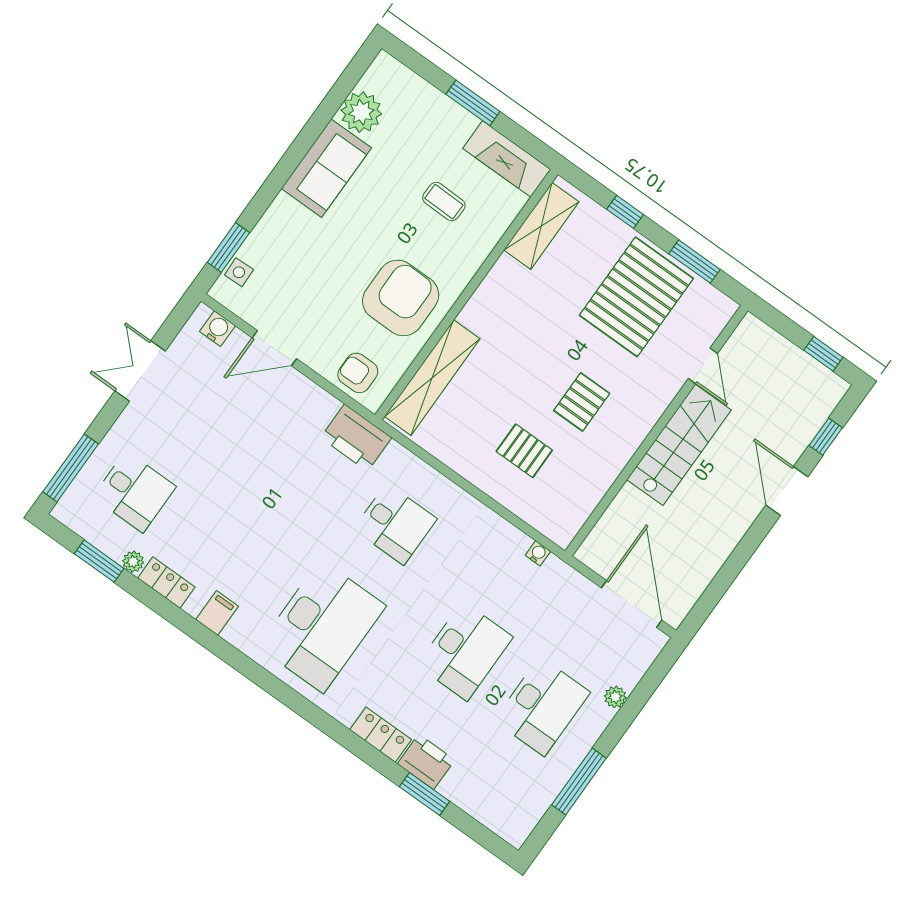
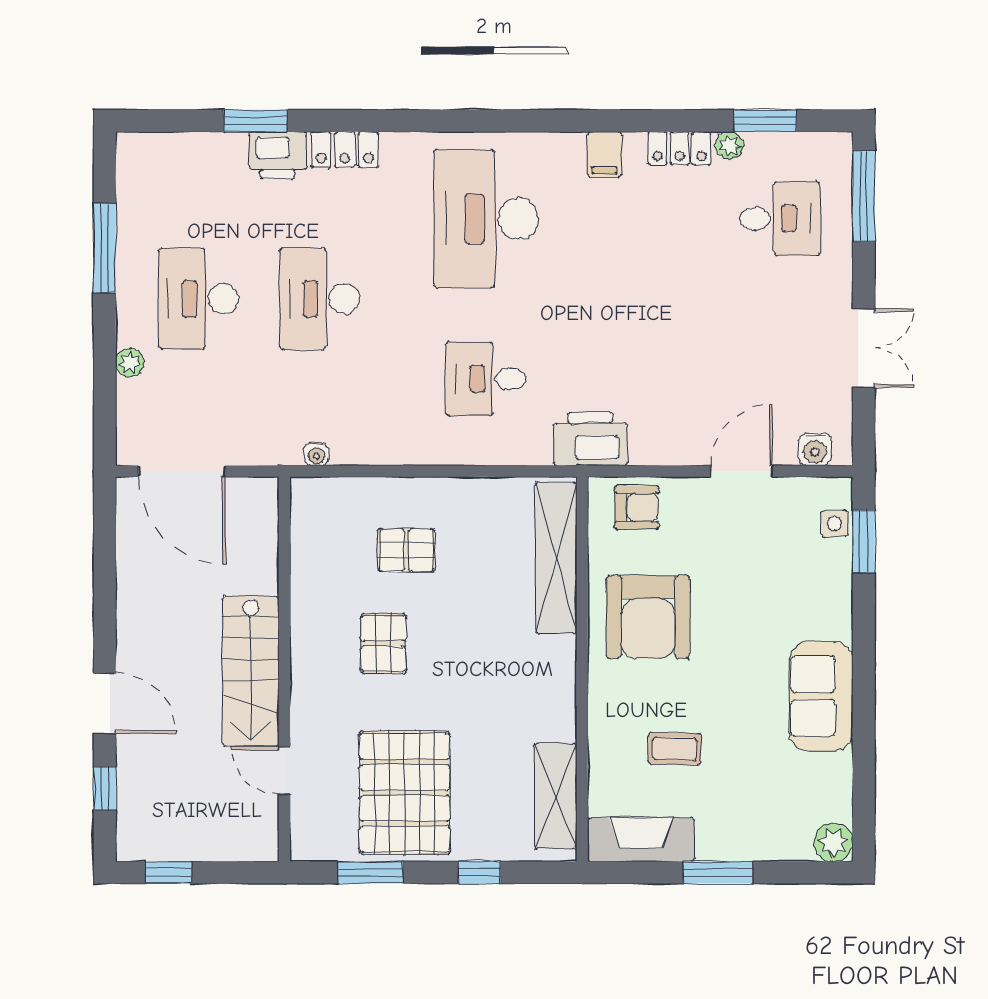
plant: (361, 112) -> (833, 842), moved, width x0.73, depth x0.73
desk: (134, 492) -> (780, 219), turned 180

